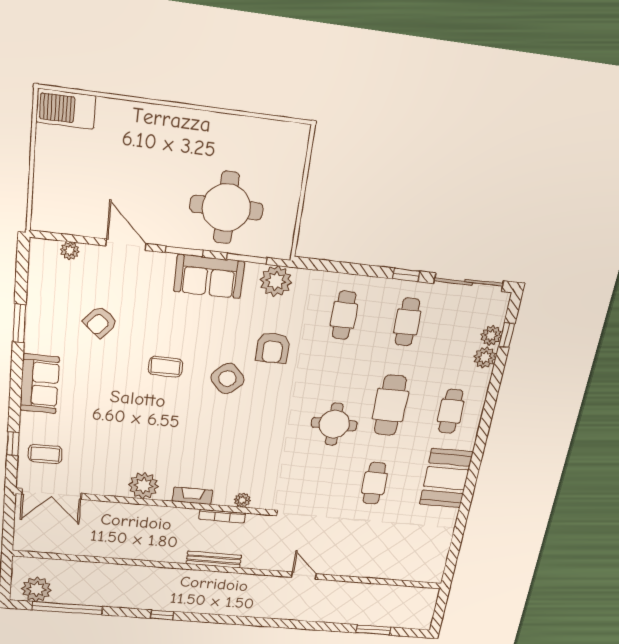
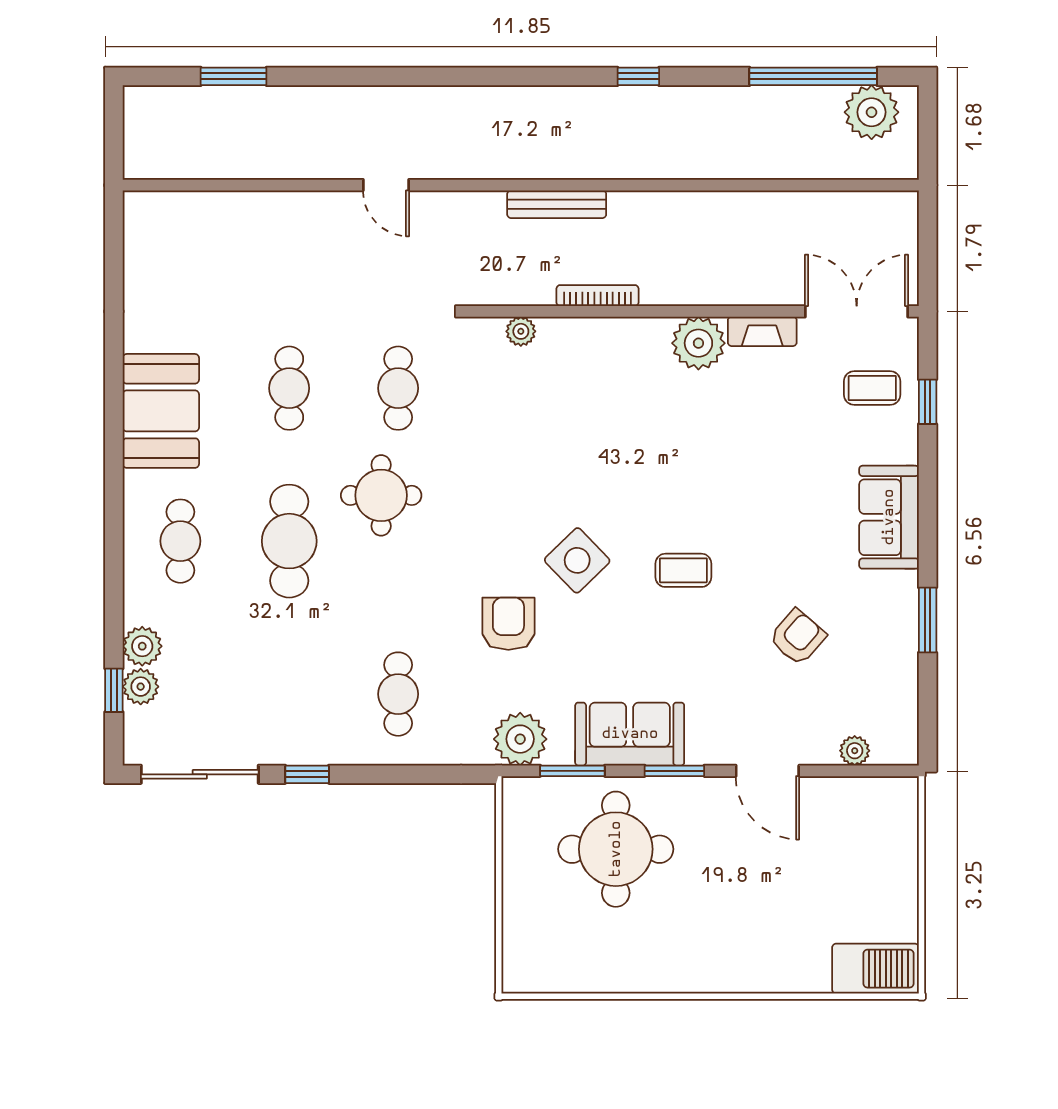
cafe table: (407, 322) -> (398, 388), moved
fireplace: (193, 496) -> (762, 331), moved
bookcase: (222, 516) -> (598, 296), moved

